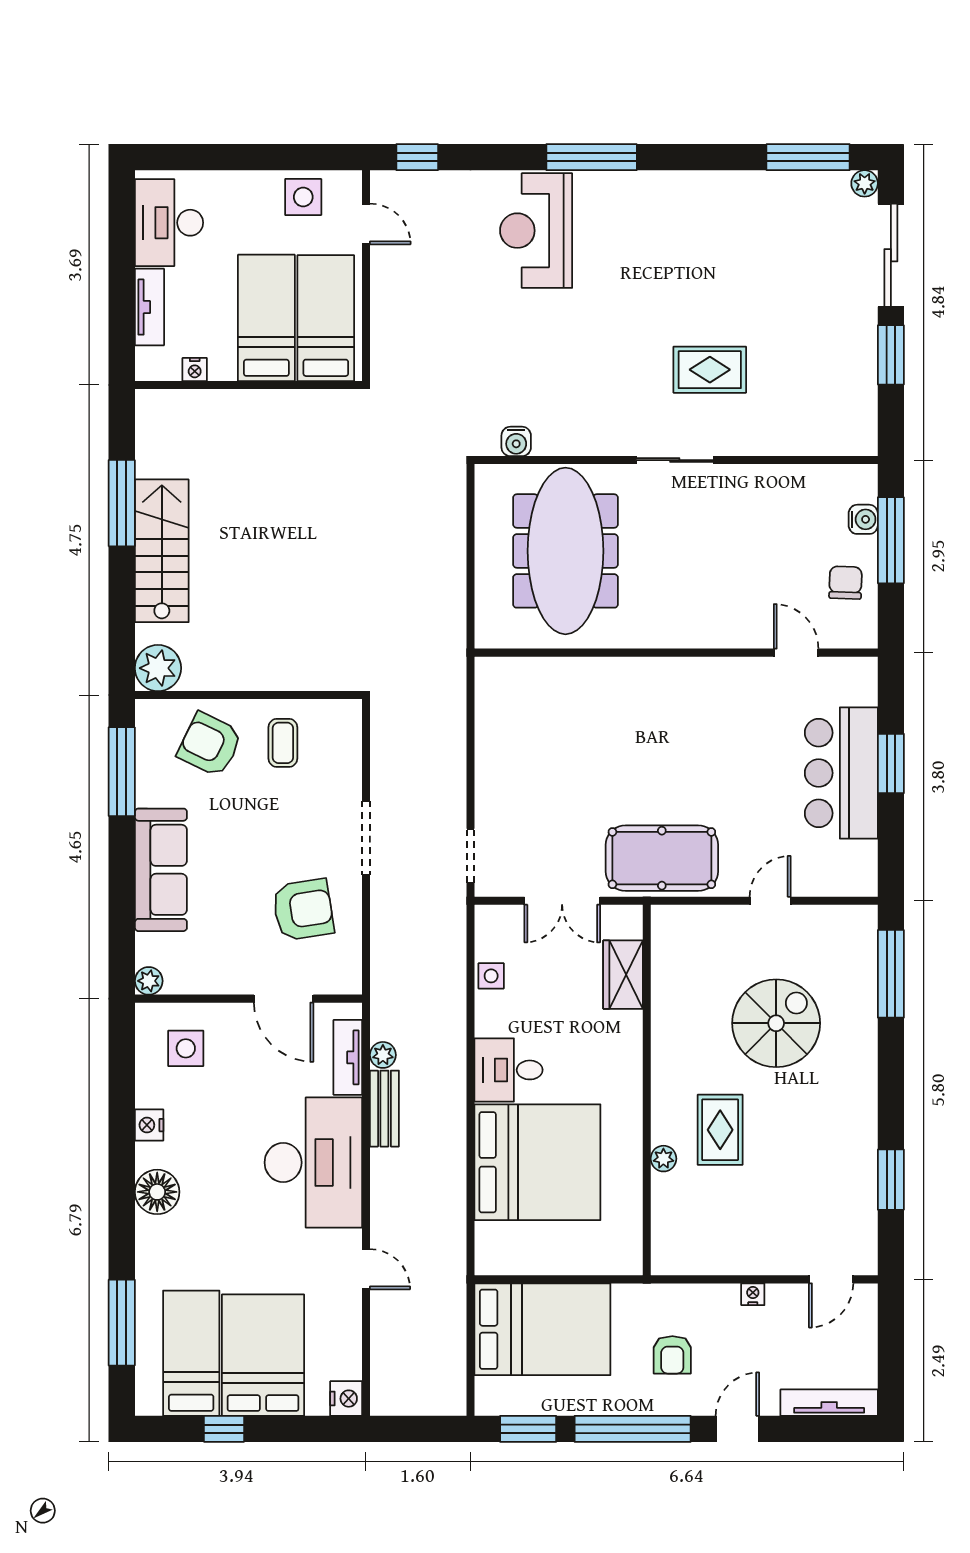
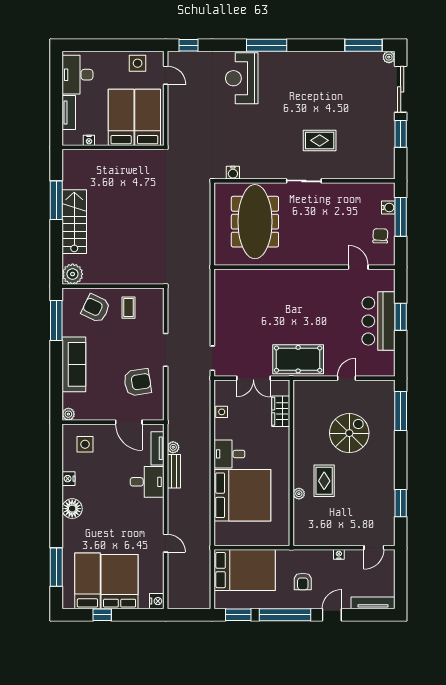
desk: (313, 1163) -> (147, 482), width x0.53, depth x0.77

